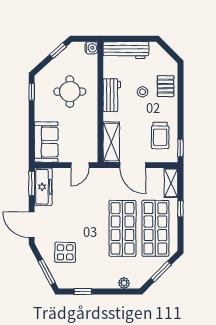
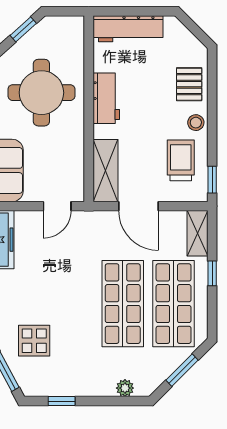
water cooler: (91, 48) -> (75, 25), removed
round table: (70, 92) -> (41, 93), width x1.36, depth x1.36
stool: (143, 92) -> (196, 123), moved
trolley: (160, 135) -> (181, 160), turned 180

